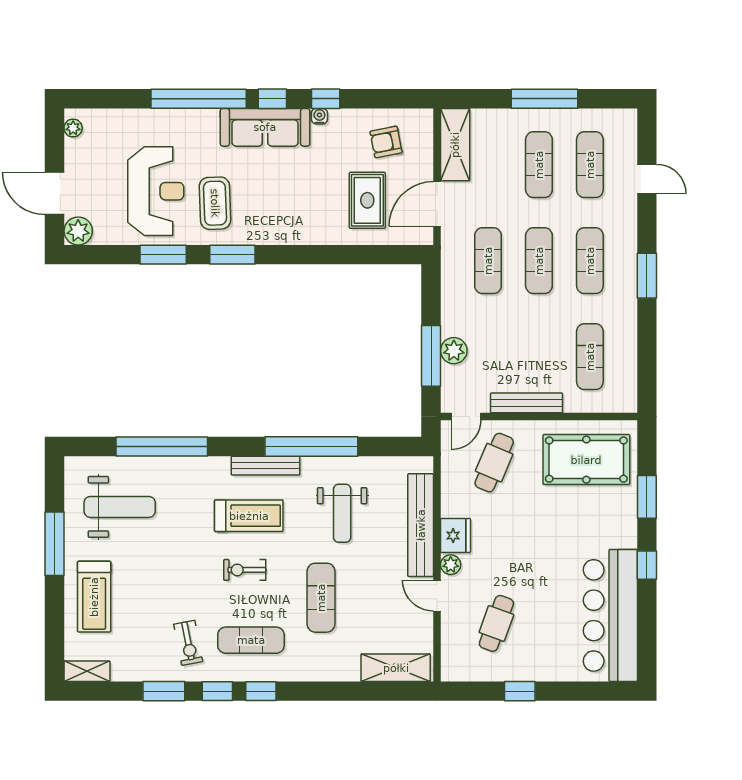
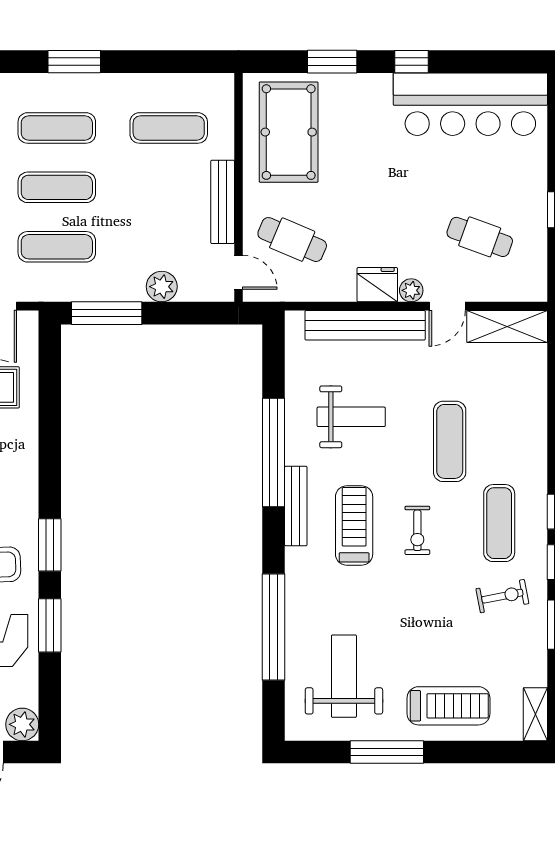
window: (431, 356) -> (107, 313), moved
exercise mat: (321, 598) -> (450, 441), turned 90
shelving: (396, 668) -> (507, 326), moved, turned 90

